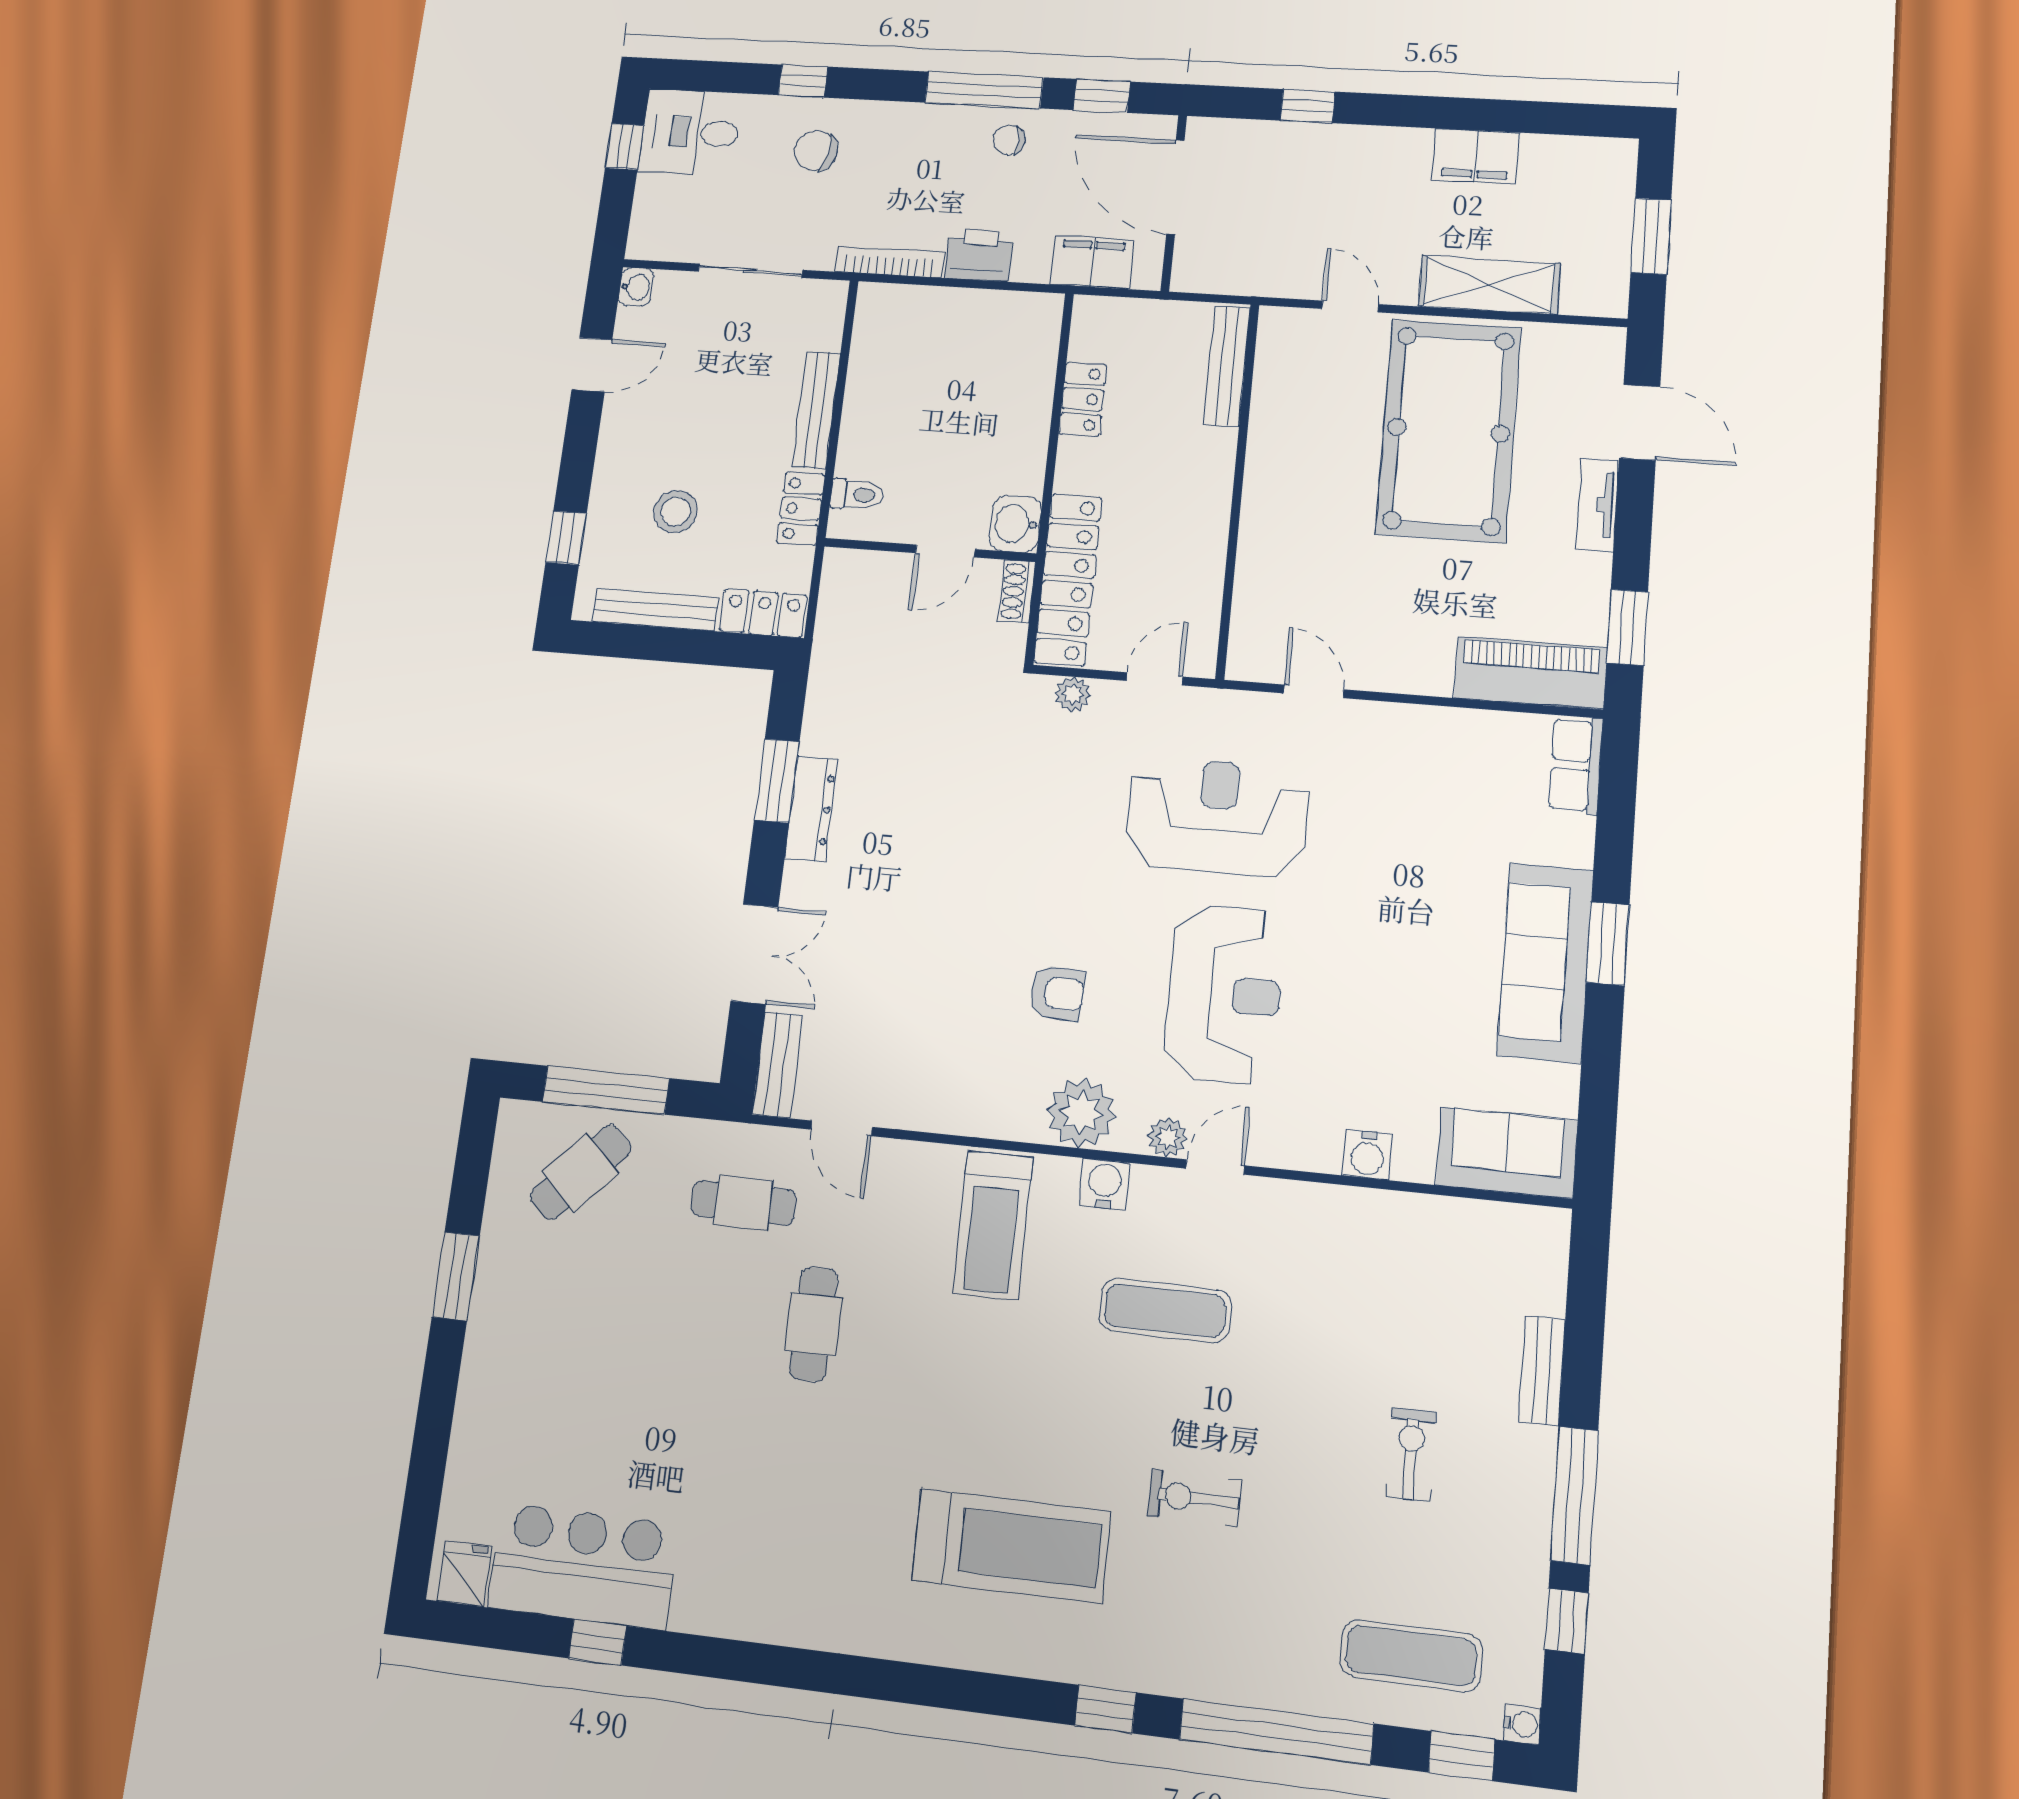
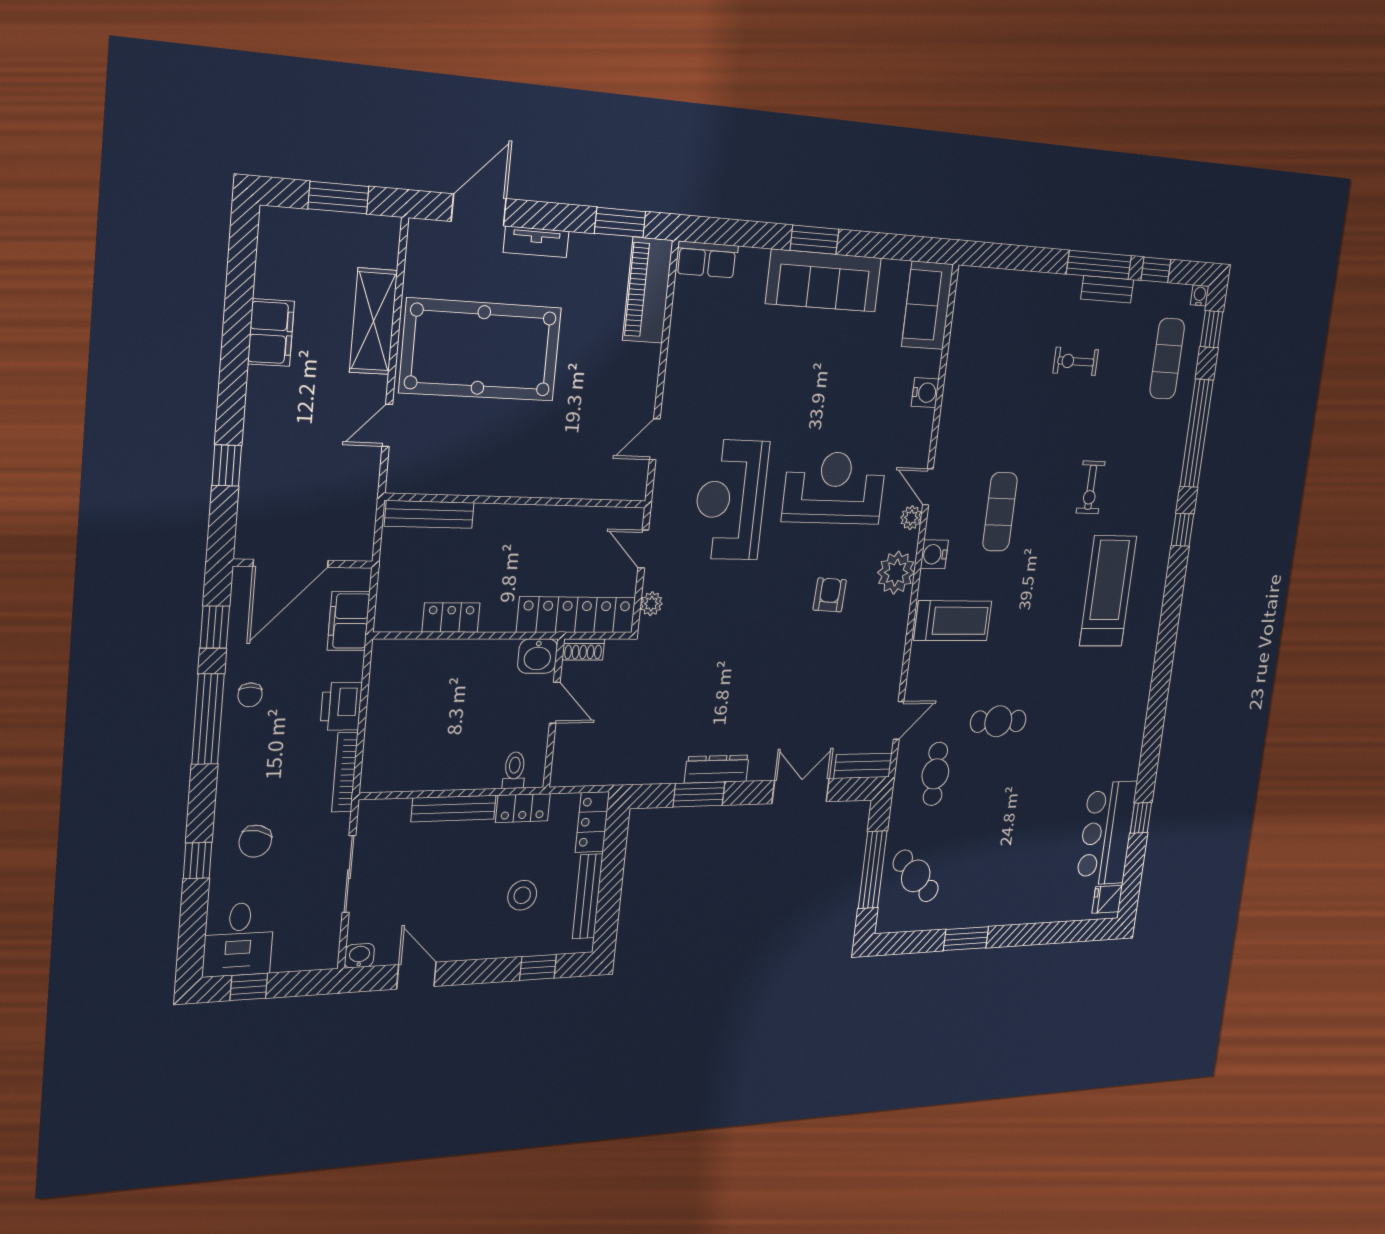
bench: (1542, 1371) -> (1107, 289), moved

